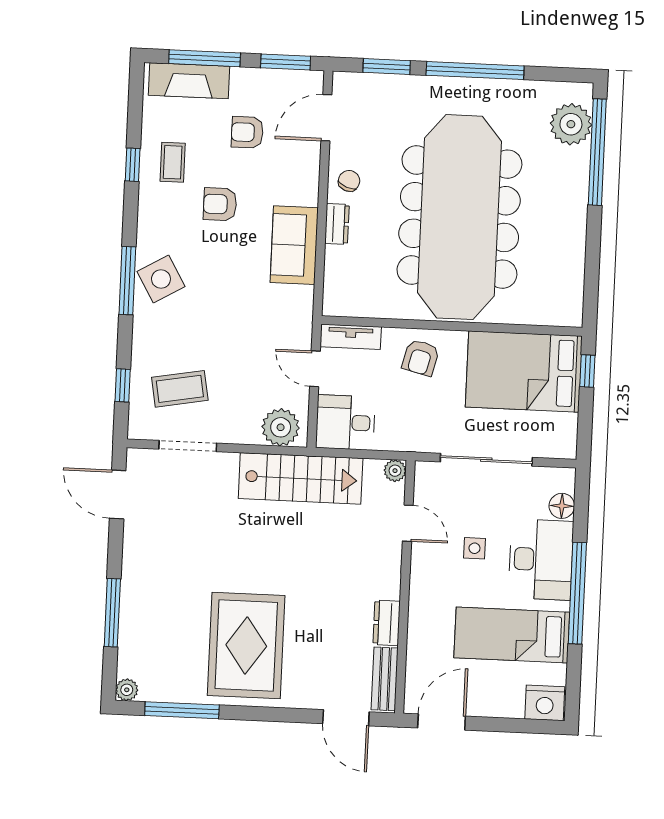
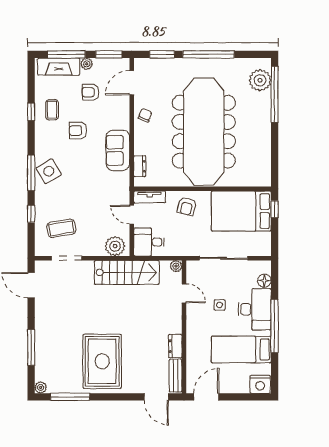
plant: (243, 78) -> (87, 64), added
dresser: (337, 224) -> (140, 166), moved
window: (123, 385) -> (31, 214), moved

